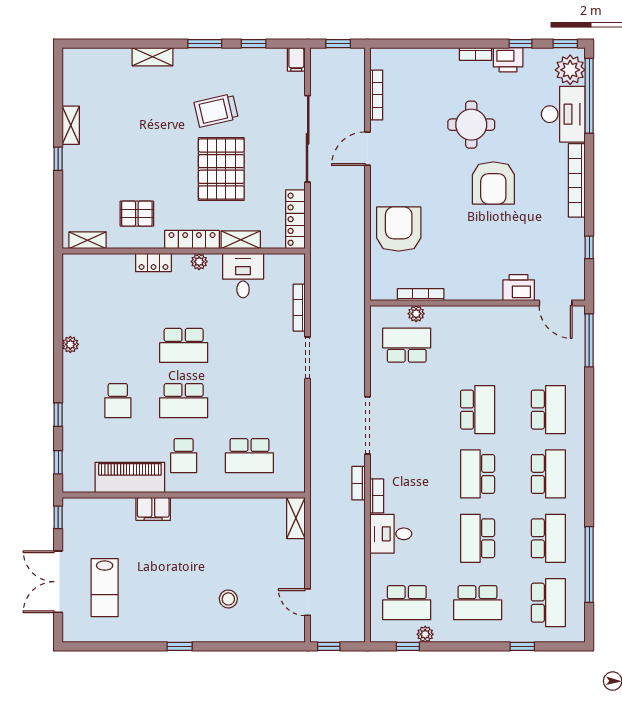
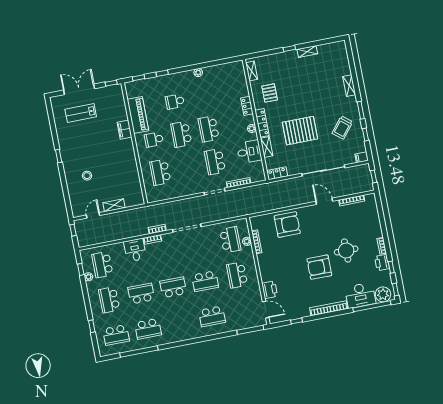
trolley: (216, 110) -> (342, 127), moved, turned -128
locker: (295, 219) -> (277, 173), width x0.66
door: (556, 303) -> (266, 310), swing flipped
school desk: (249, 345) -> (215, 162), added
school desk: (548, 474) -> (237, 275), moved, turned 90
shelving: (296, 518) -> (114, 205), moved

